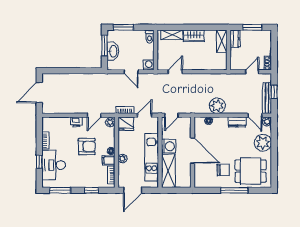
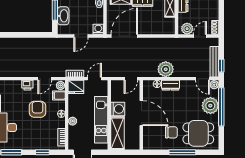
plant: (239, 64) -> (187, 29), added
door: (131, 72) -> (81, 36), hinge flipped
door: (175, 72) -> (124, 36), width x1.88
window: (274, 92) -> (221, 66), moved
door: (171, 115) -> (131, 79), moved
dresser: (237, 122) -> (170, 85), moved
window: (274, 144) -> (221, 107), added
armchair: (87, 146) -> (38, 109), turned -90
filing cabinet: (109, 160) -> (59, 95), moved

